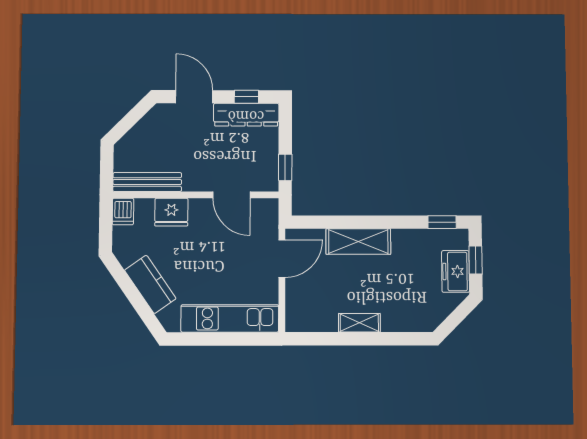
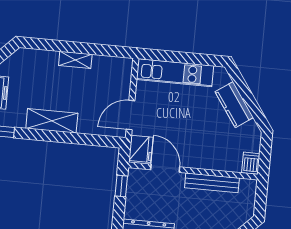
bench: (147, 182) -> (212, 183), moved
fridge: (171, 212) -> (141, 149), moved, turned 90
shelving: (358, 242) -> (52, 121), moved

